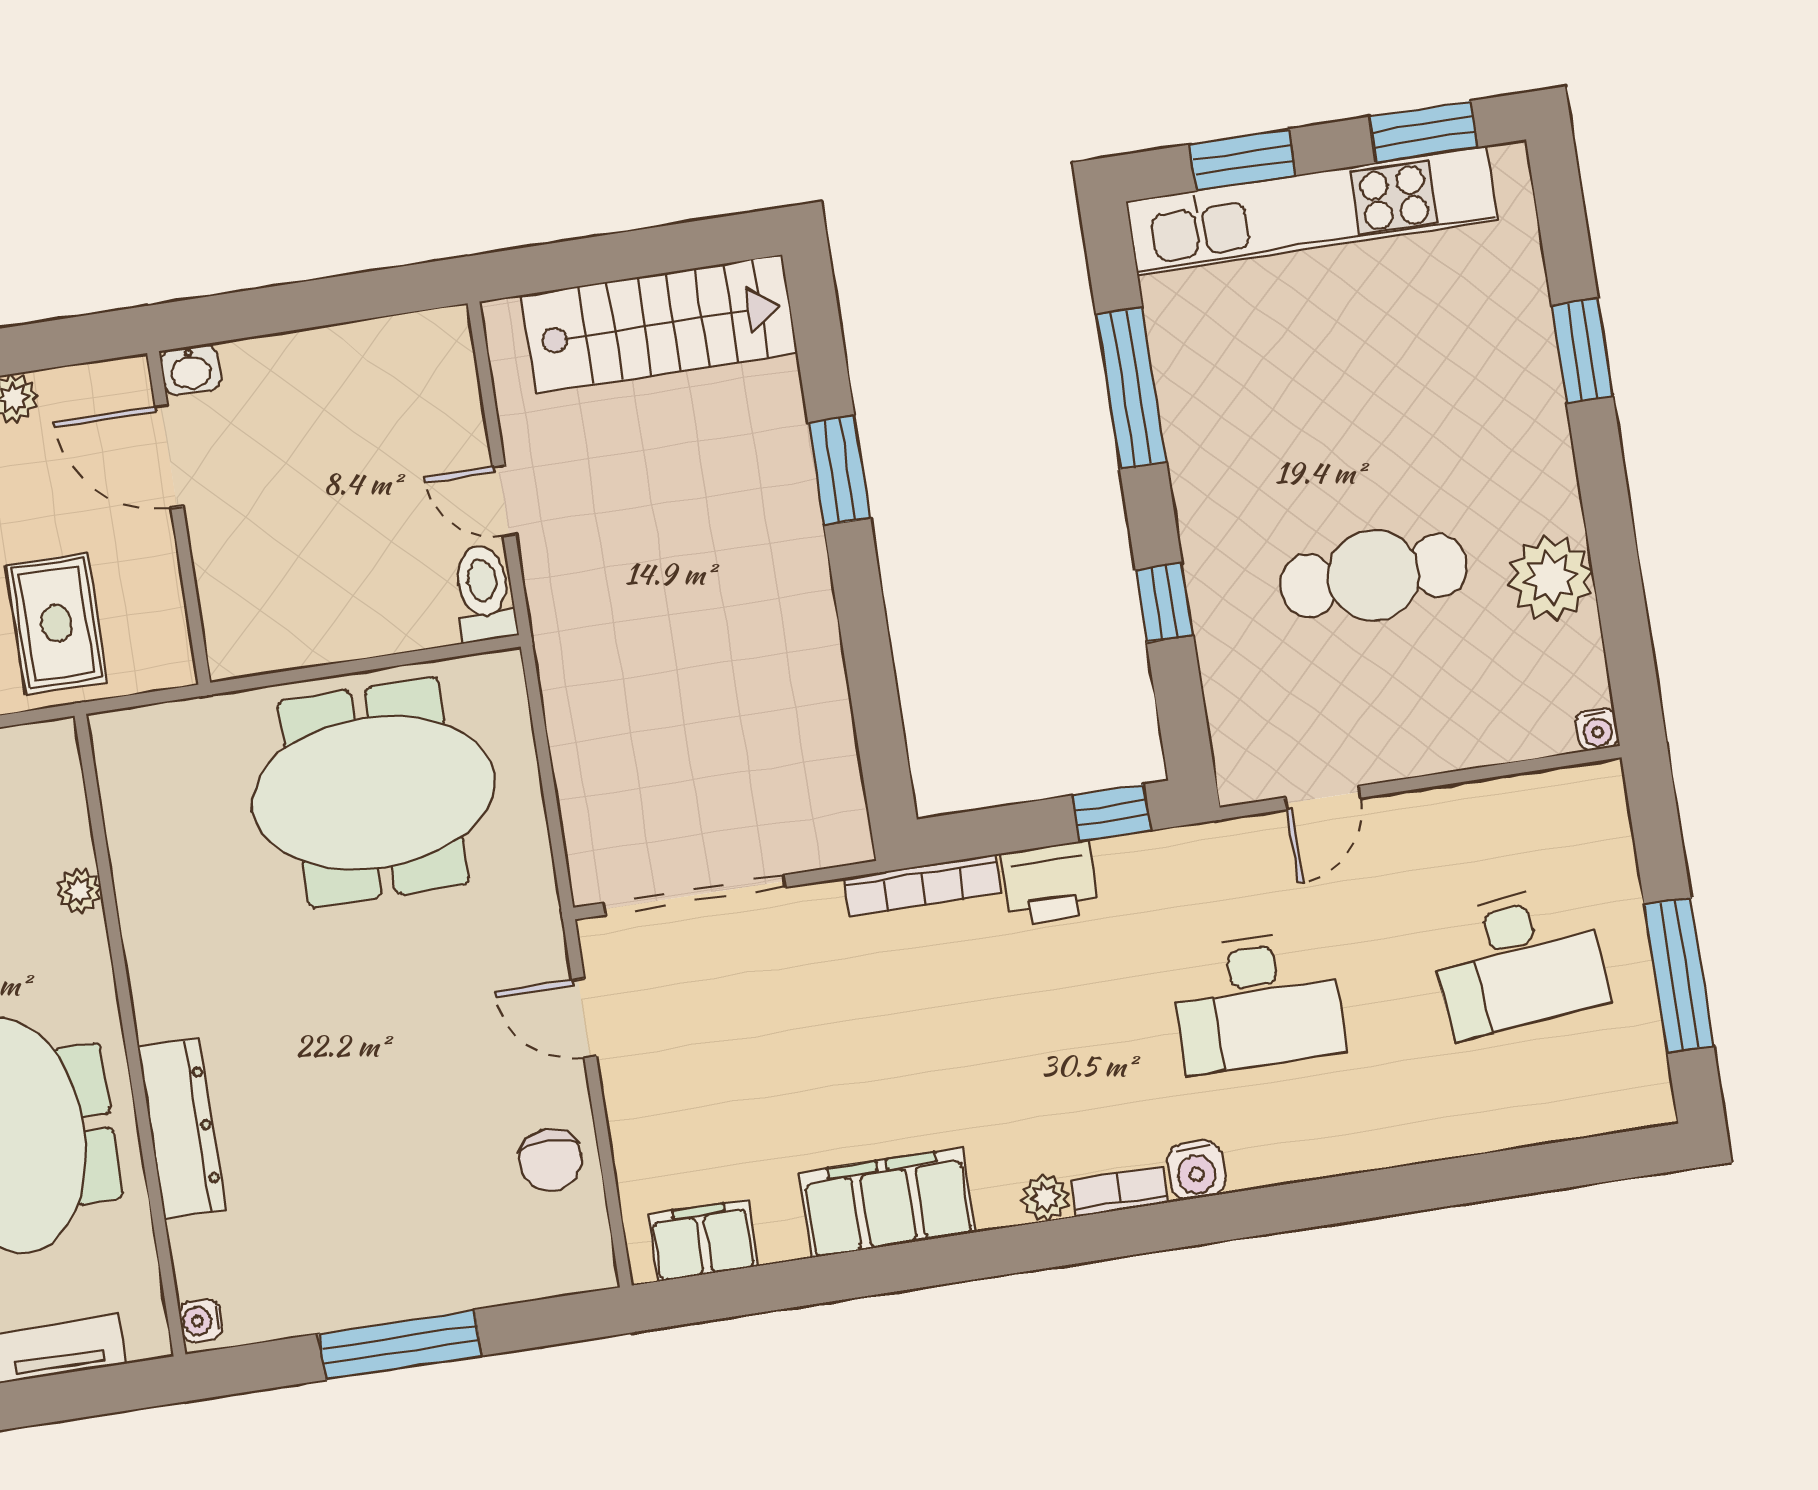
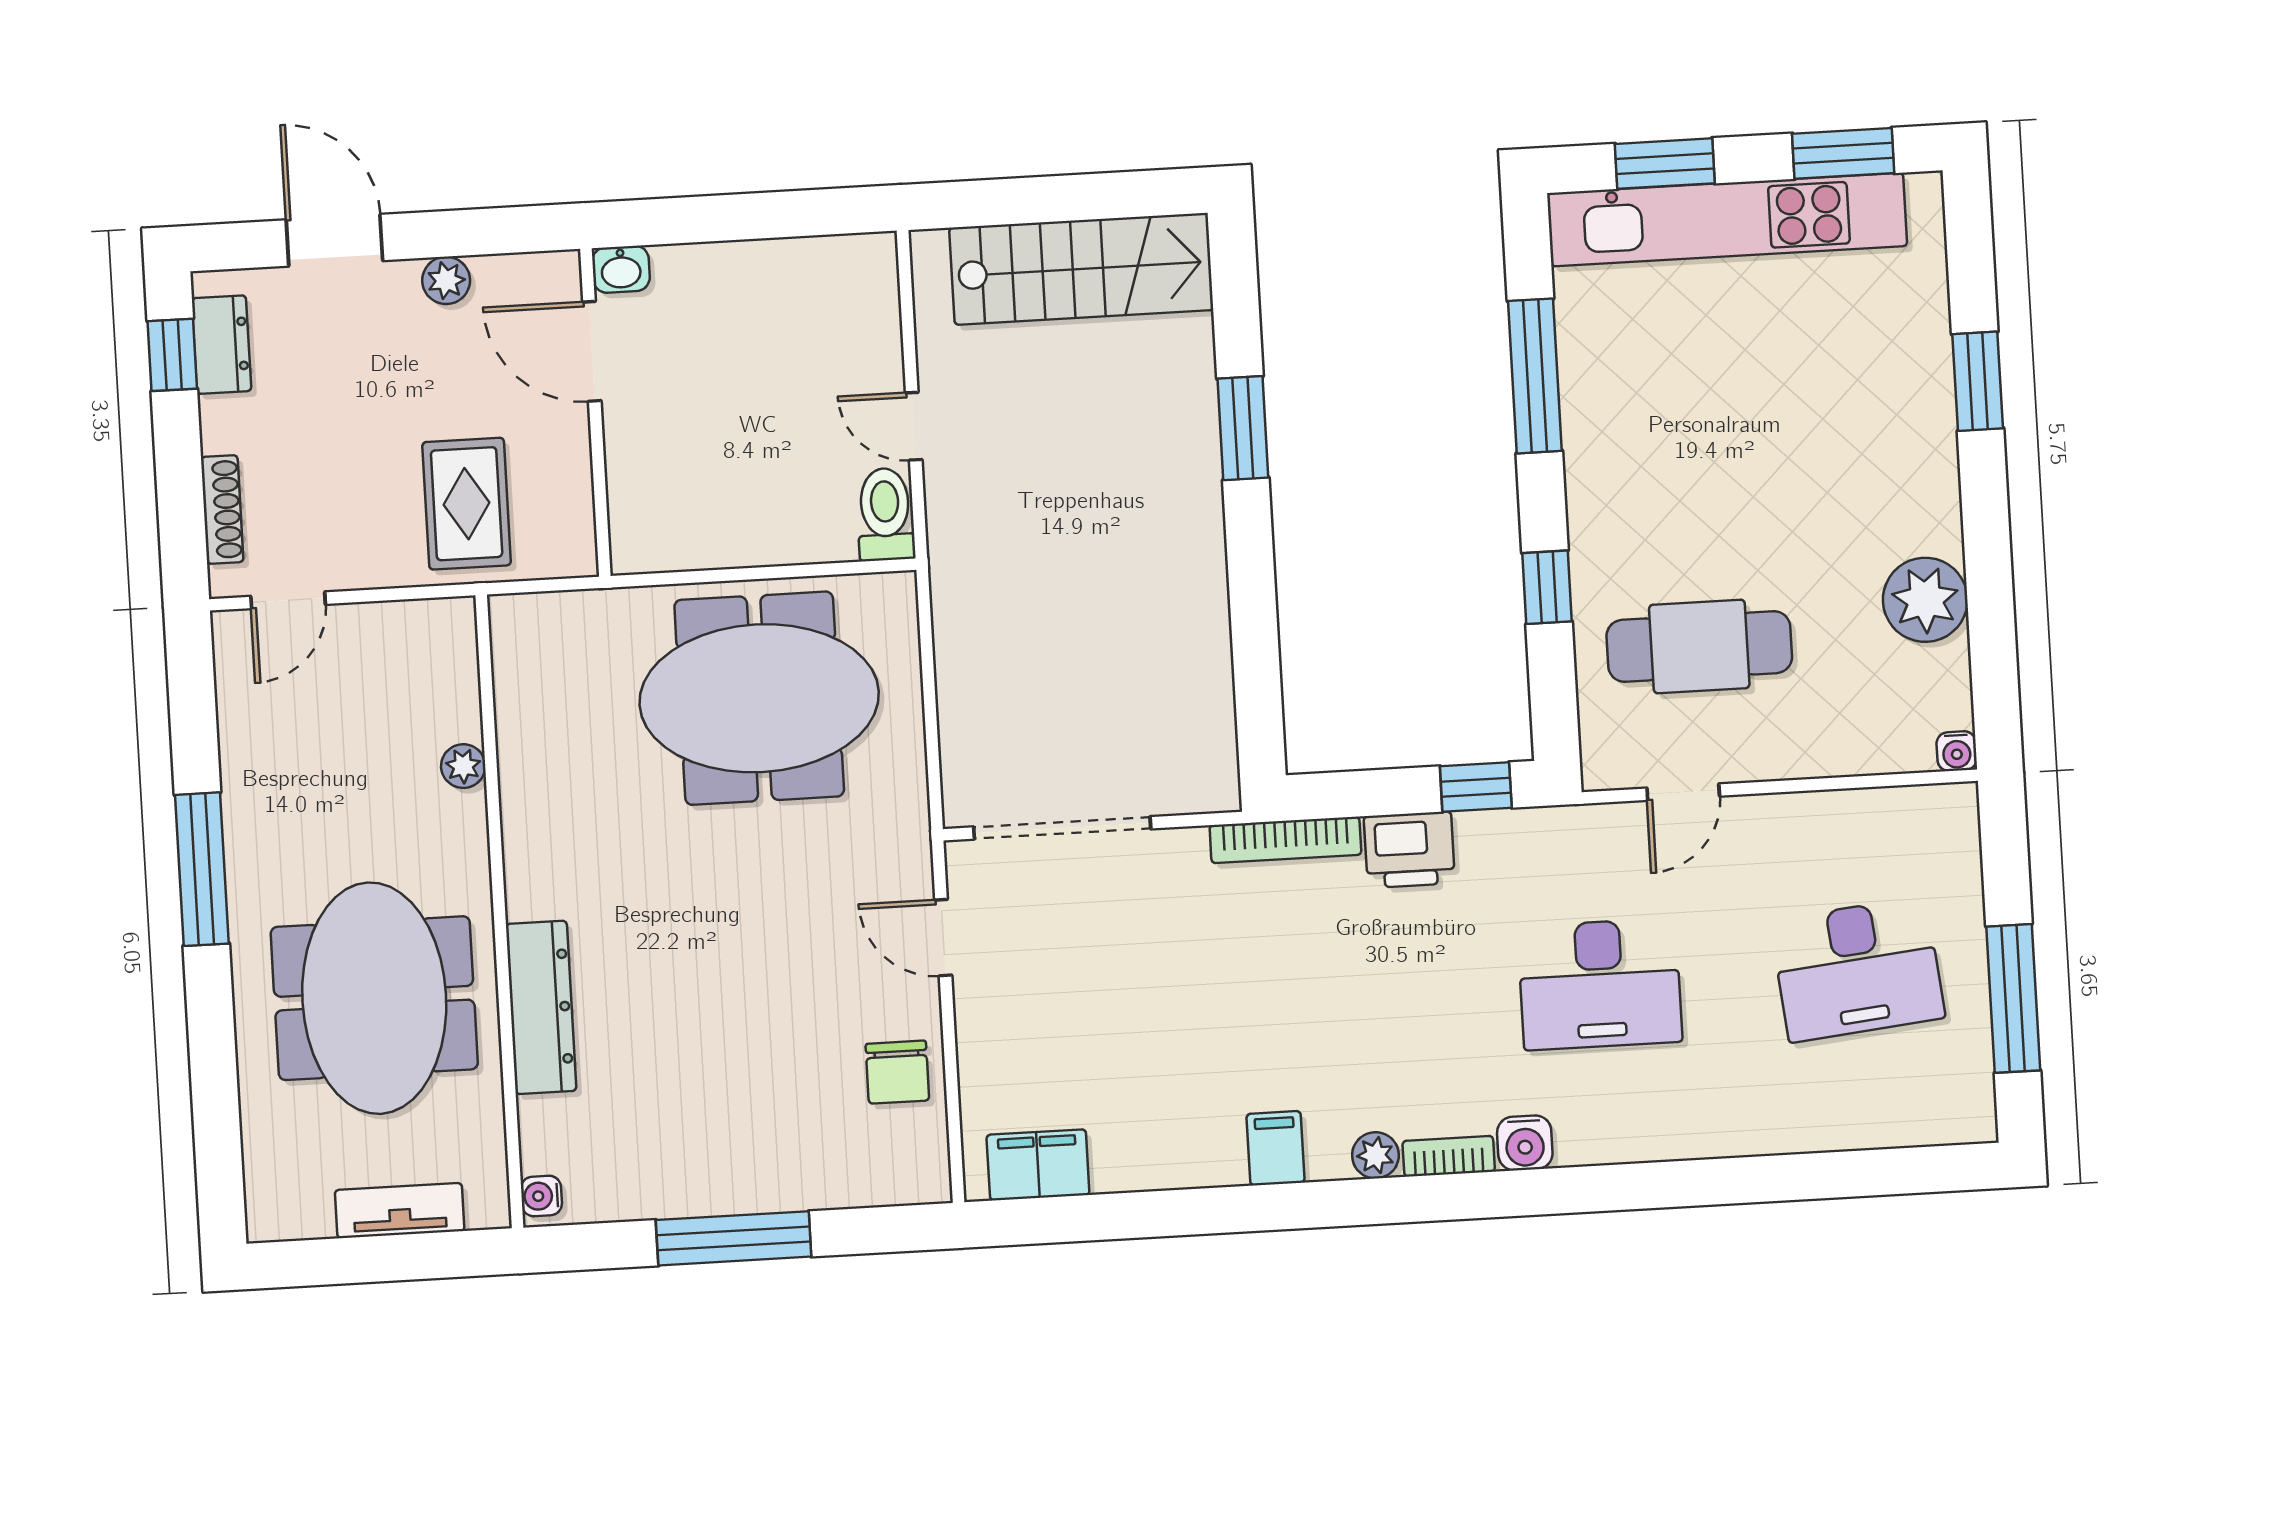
cafe table: (1374, 575) -> (1699, 646), moved
filing cabinet: (887, 1202) -> (1276, 1148), width x0.33, depth x0.86

